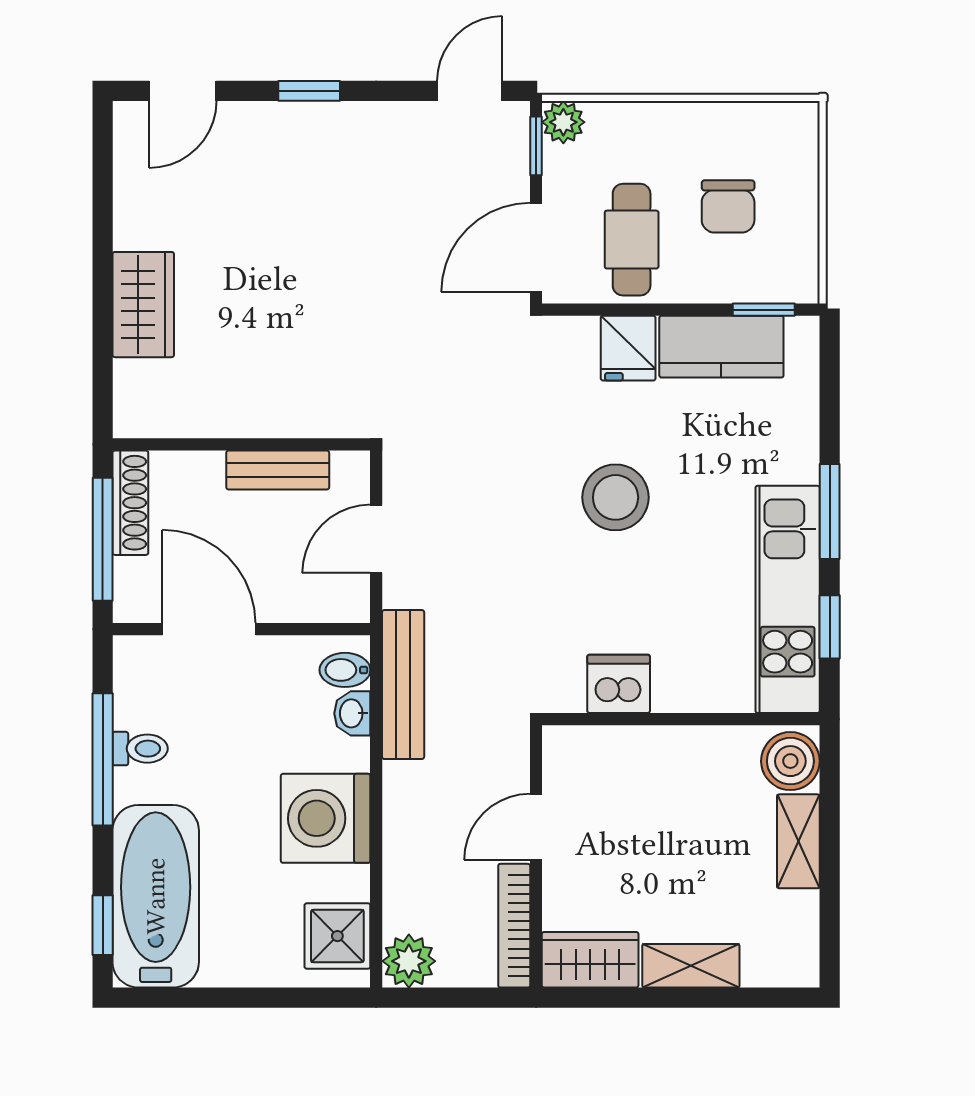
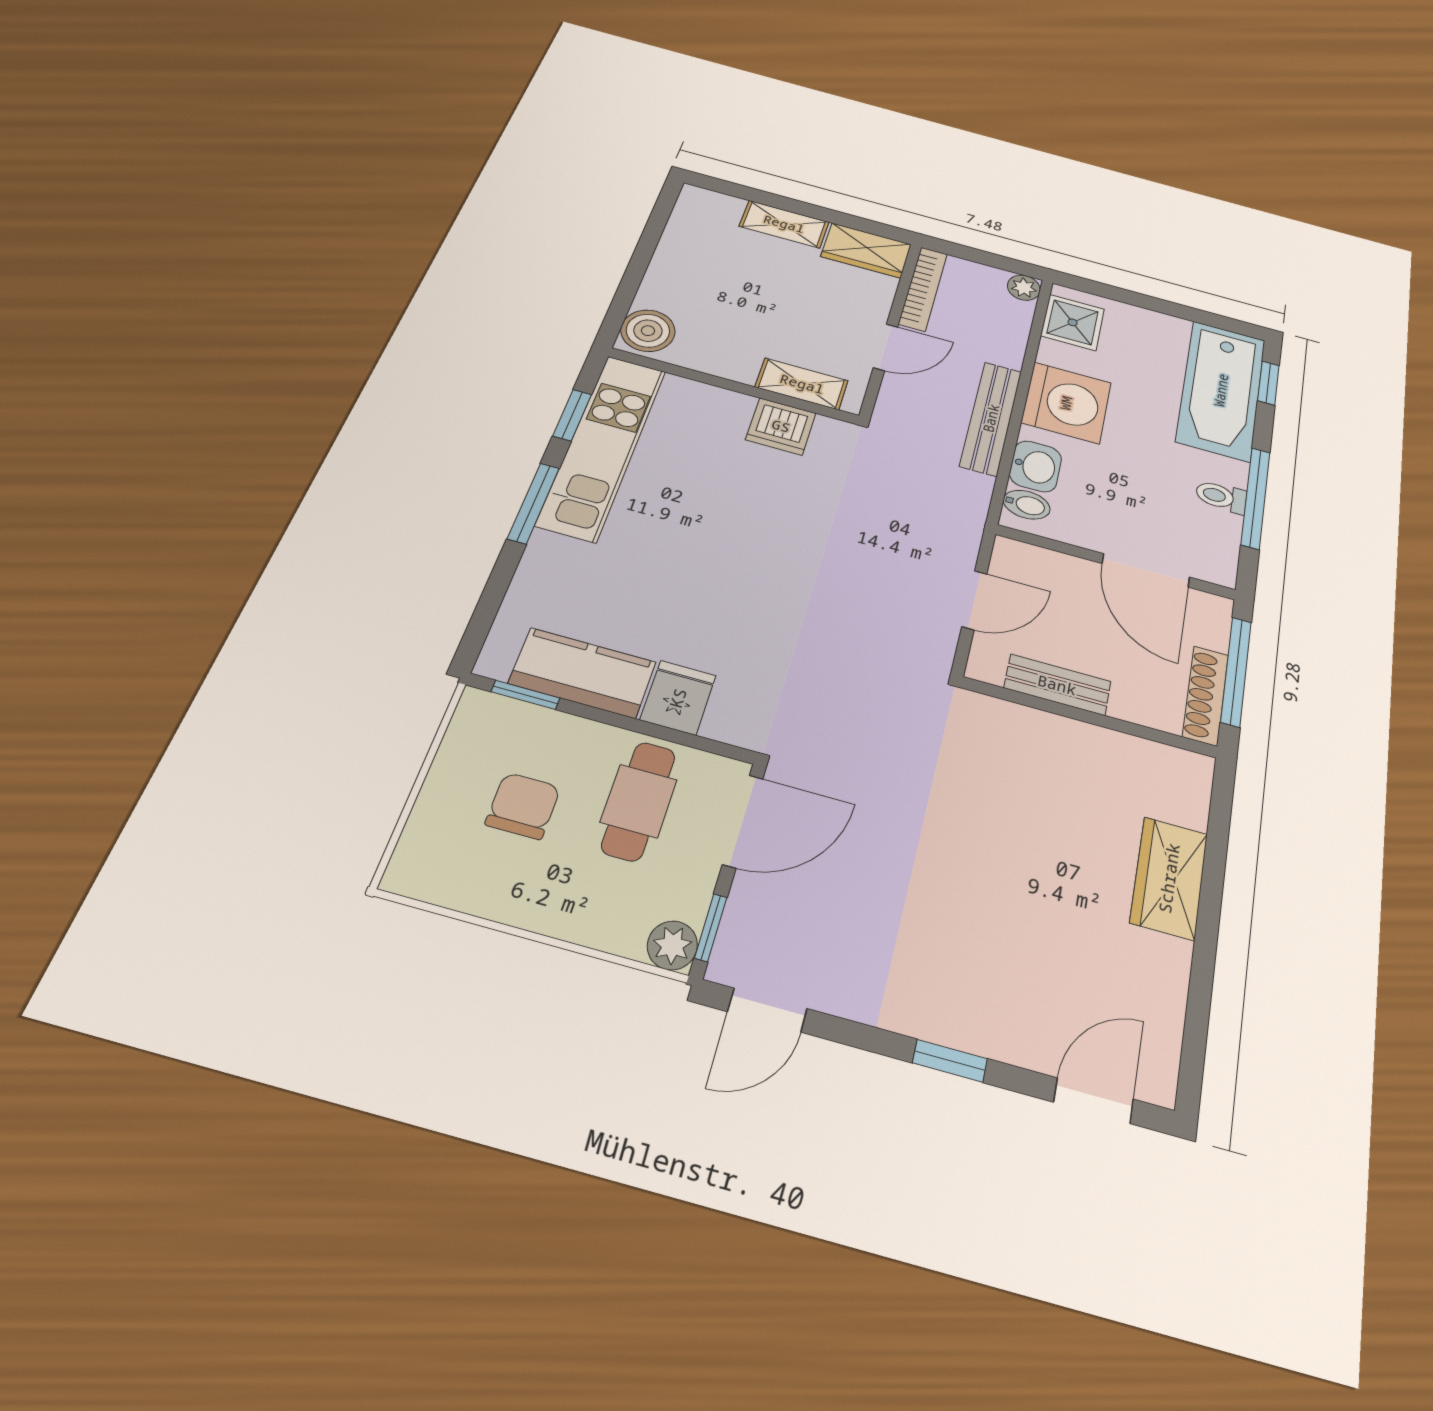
stool: (616, 497) -> (735, 571), removed
bench: (403, 685) -> (991, 418), moved
washbasin: (352, 713) -> (1035, 466), width x1.38, depth x1.45
shelving: (798, 841) -> (802, 384), moved, turned 90
plant: (409, 961) -> (1024, 288), width x0.73, depth x0.73

